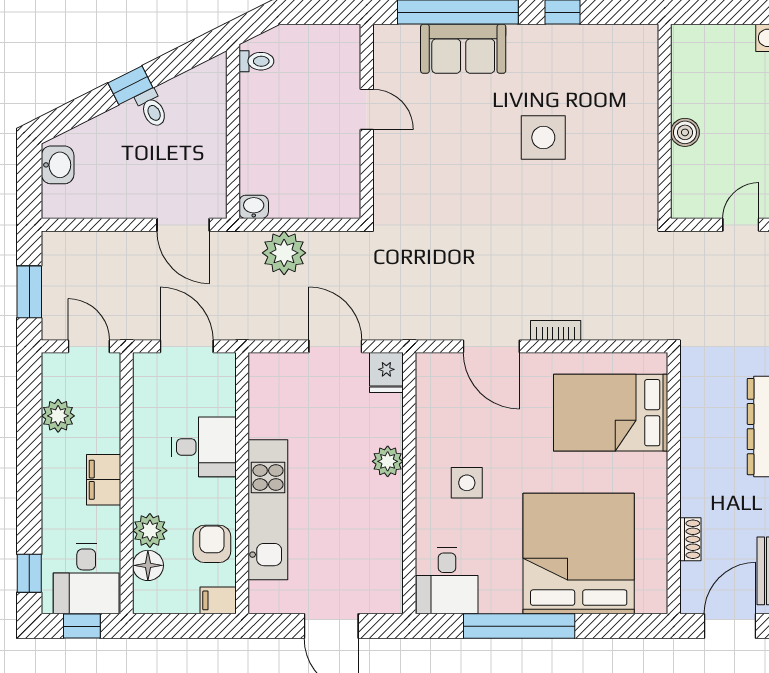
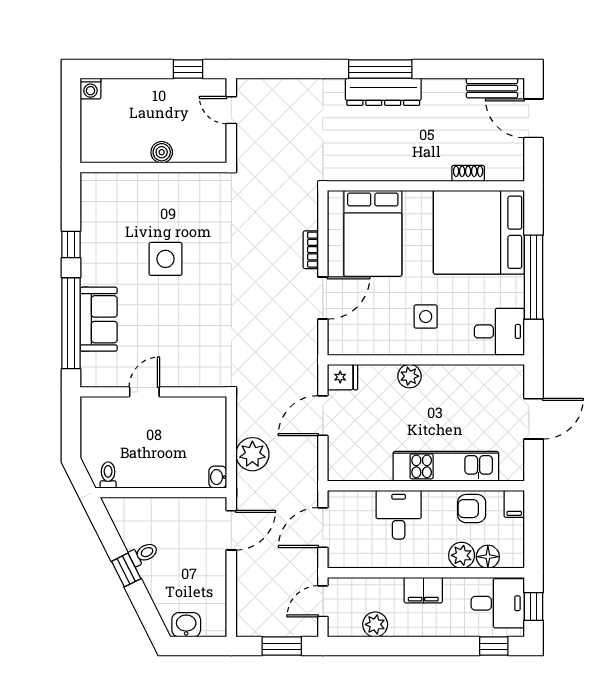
bed: (611, 413) -> (373, 233), moved
wall: (674, 483) -> (426, 186), moved
shoe rack: (690, 539) -> (468, 173), moved

